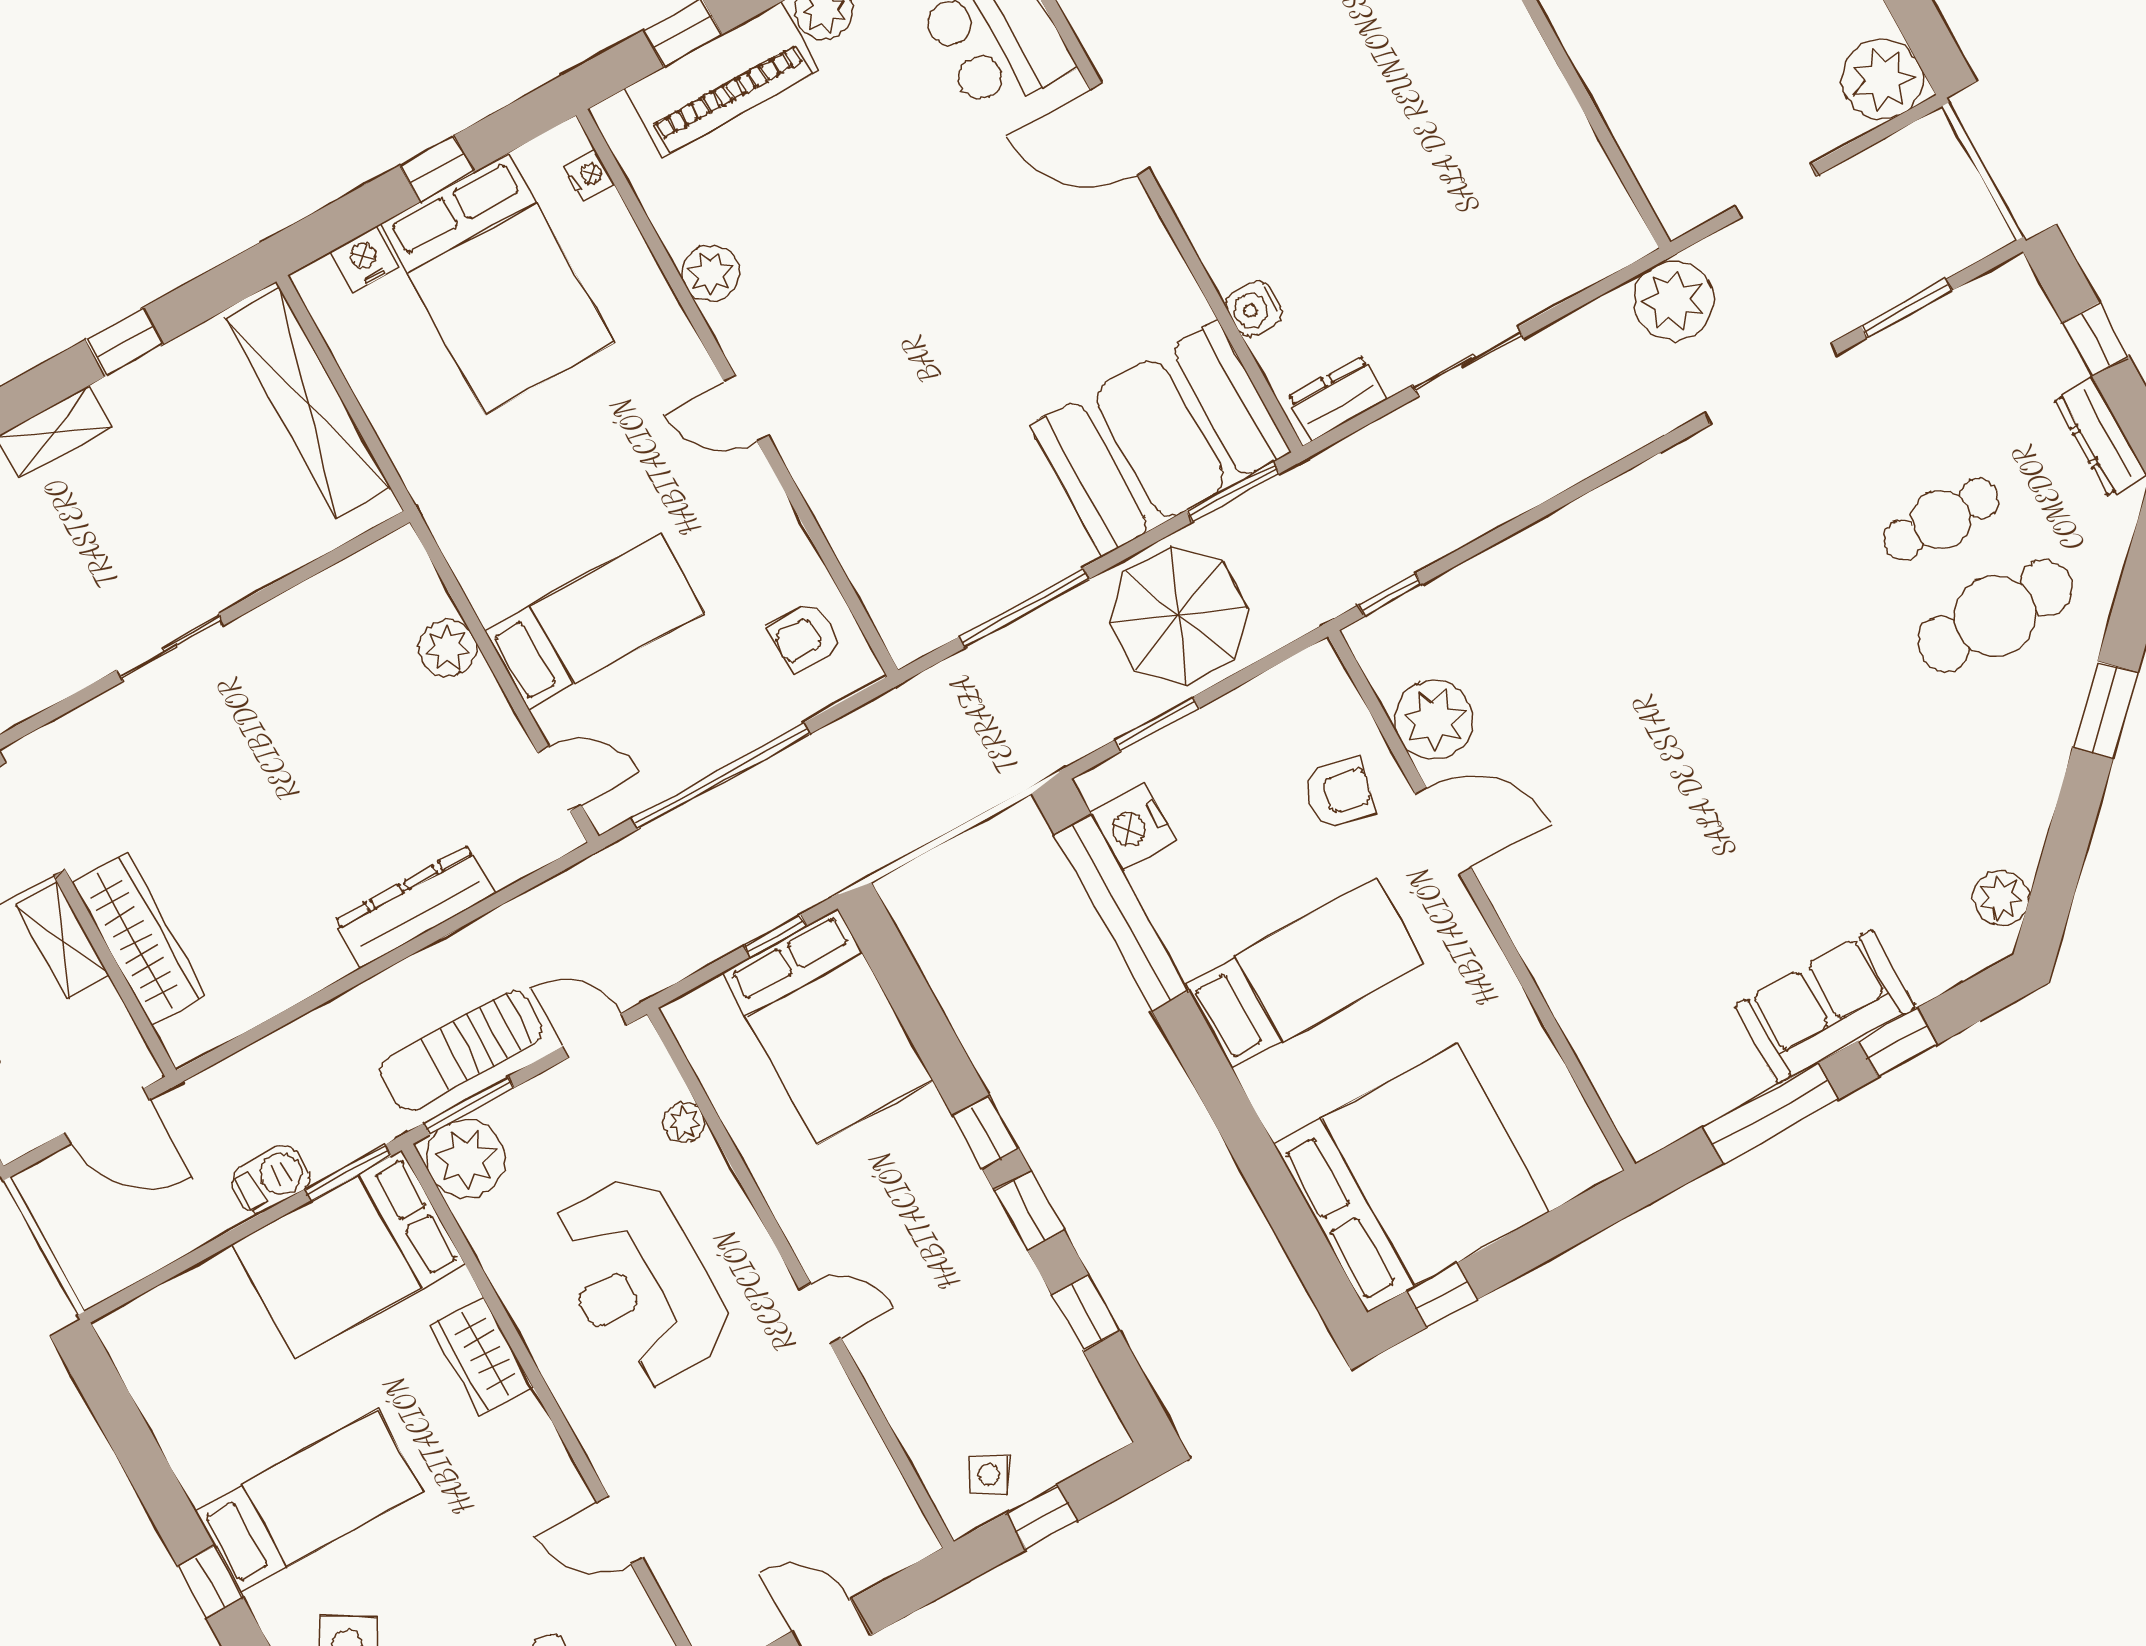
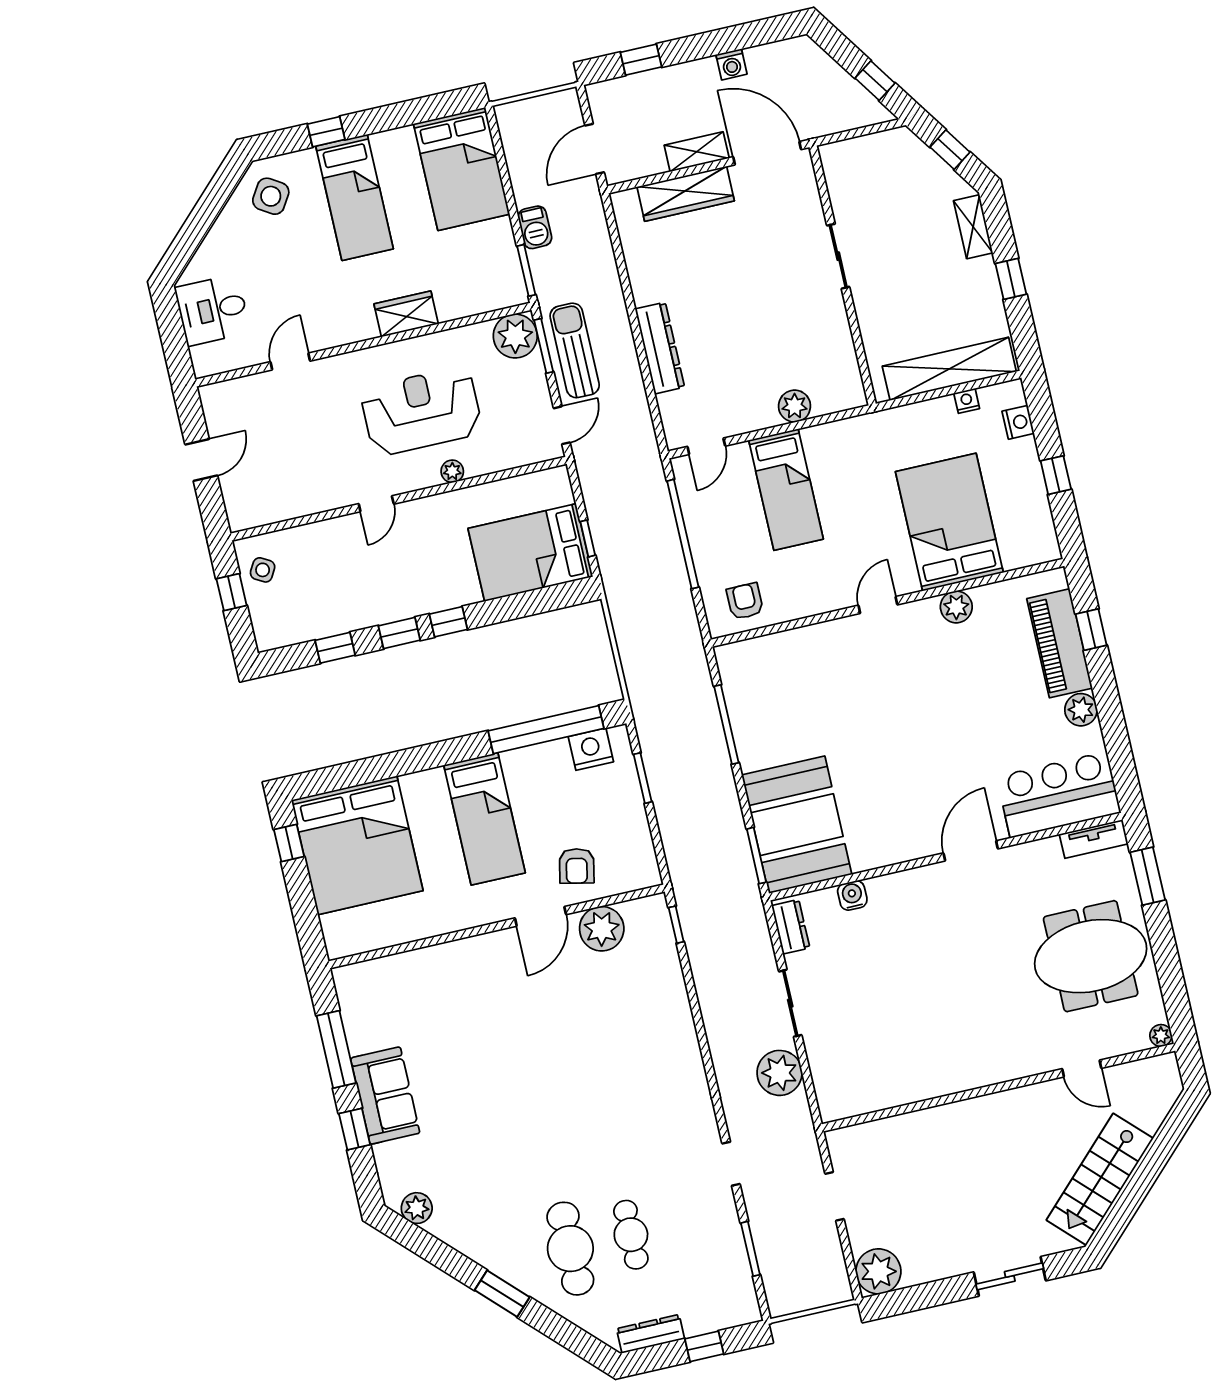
nightstand: (589, 175) -> (967, 401), moved, turned 180
bed: (497, 284) -> (949, 522), moved, turned 90
plant: (1673, 301) -> (780, 1073), moved
doorway: (1771, 384) -> (731, 1164), width x0.53
parasol: (1179, 616) -> (698, 807), removed
plant: (684, 1122) -> (452, 471), moved
bed: (349, 1254) -> (462, 169), moved, turned 180

